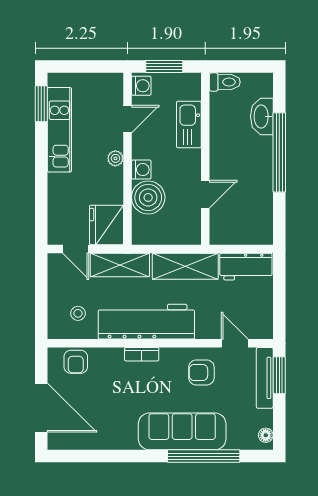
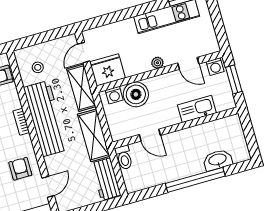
toilet: (225, 82) -> (124, 158), moved
washing machine: (141, 170) -> (114, 95), moved

